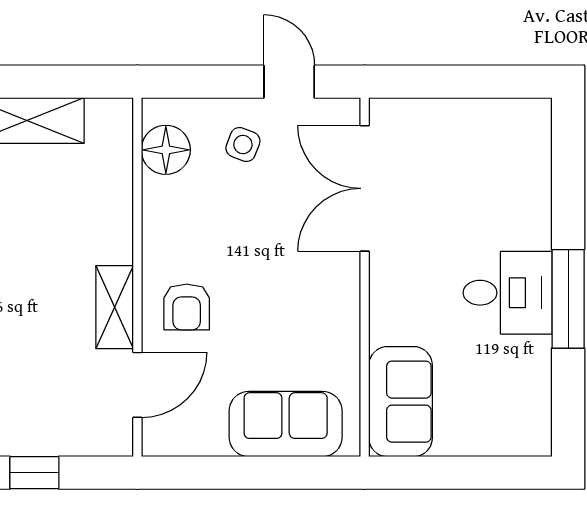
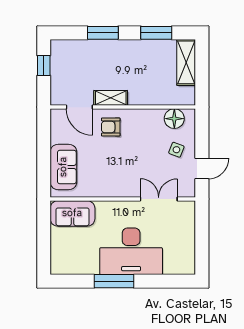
double door: (365, 188) -> (159, 199), width x0.73
desk: (508, 293) -> (131, 251), width x1.87, depth x1.30

